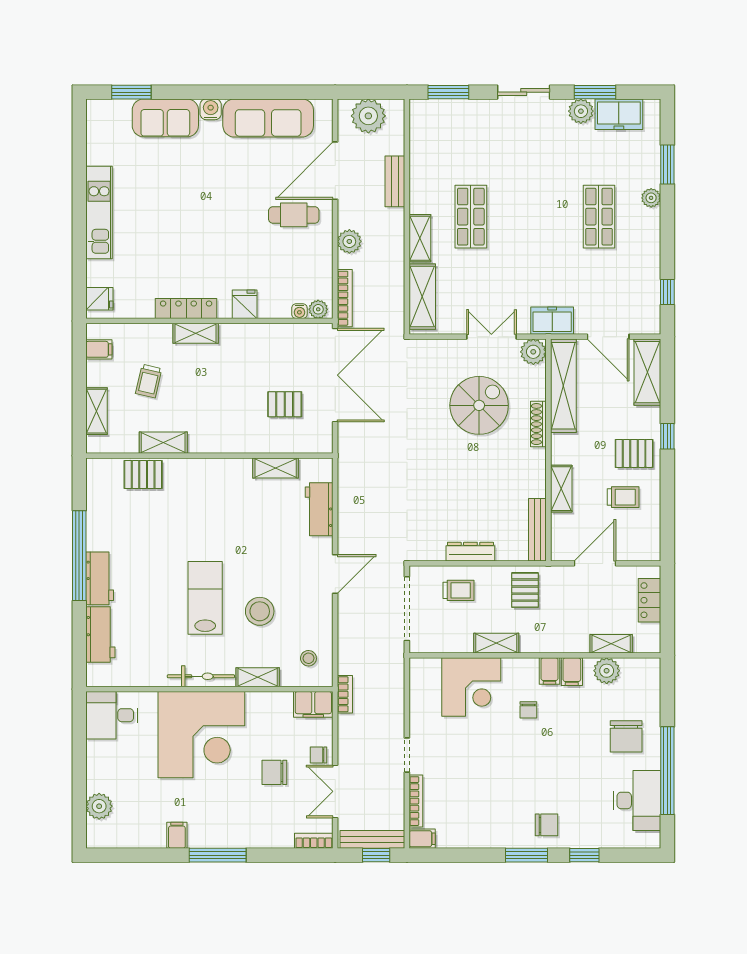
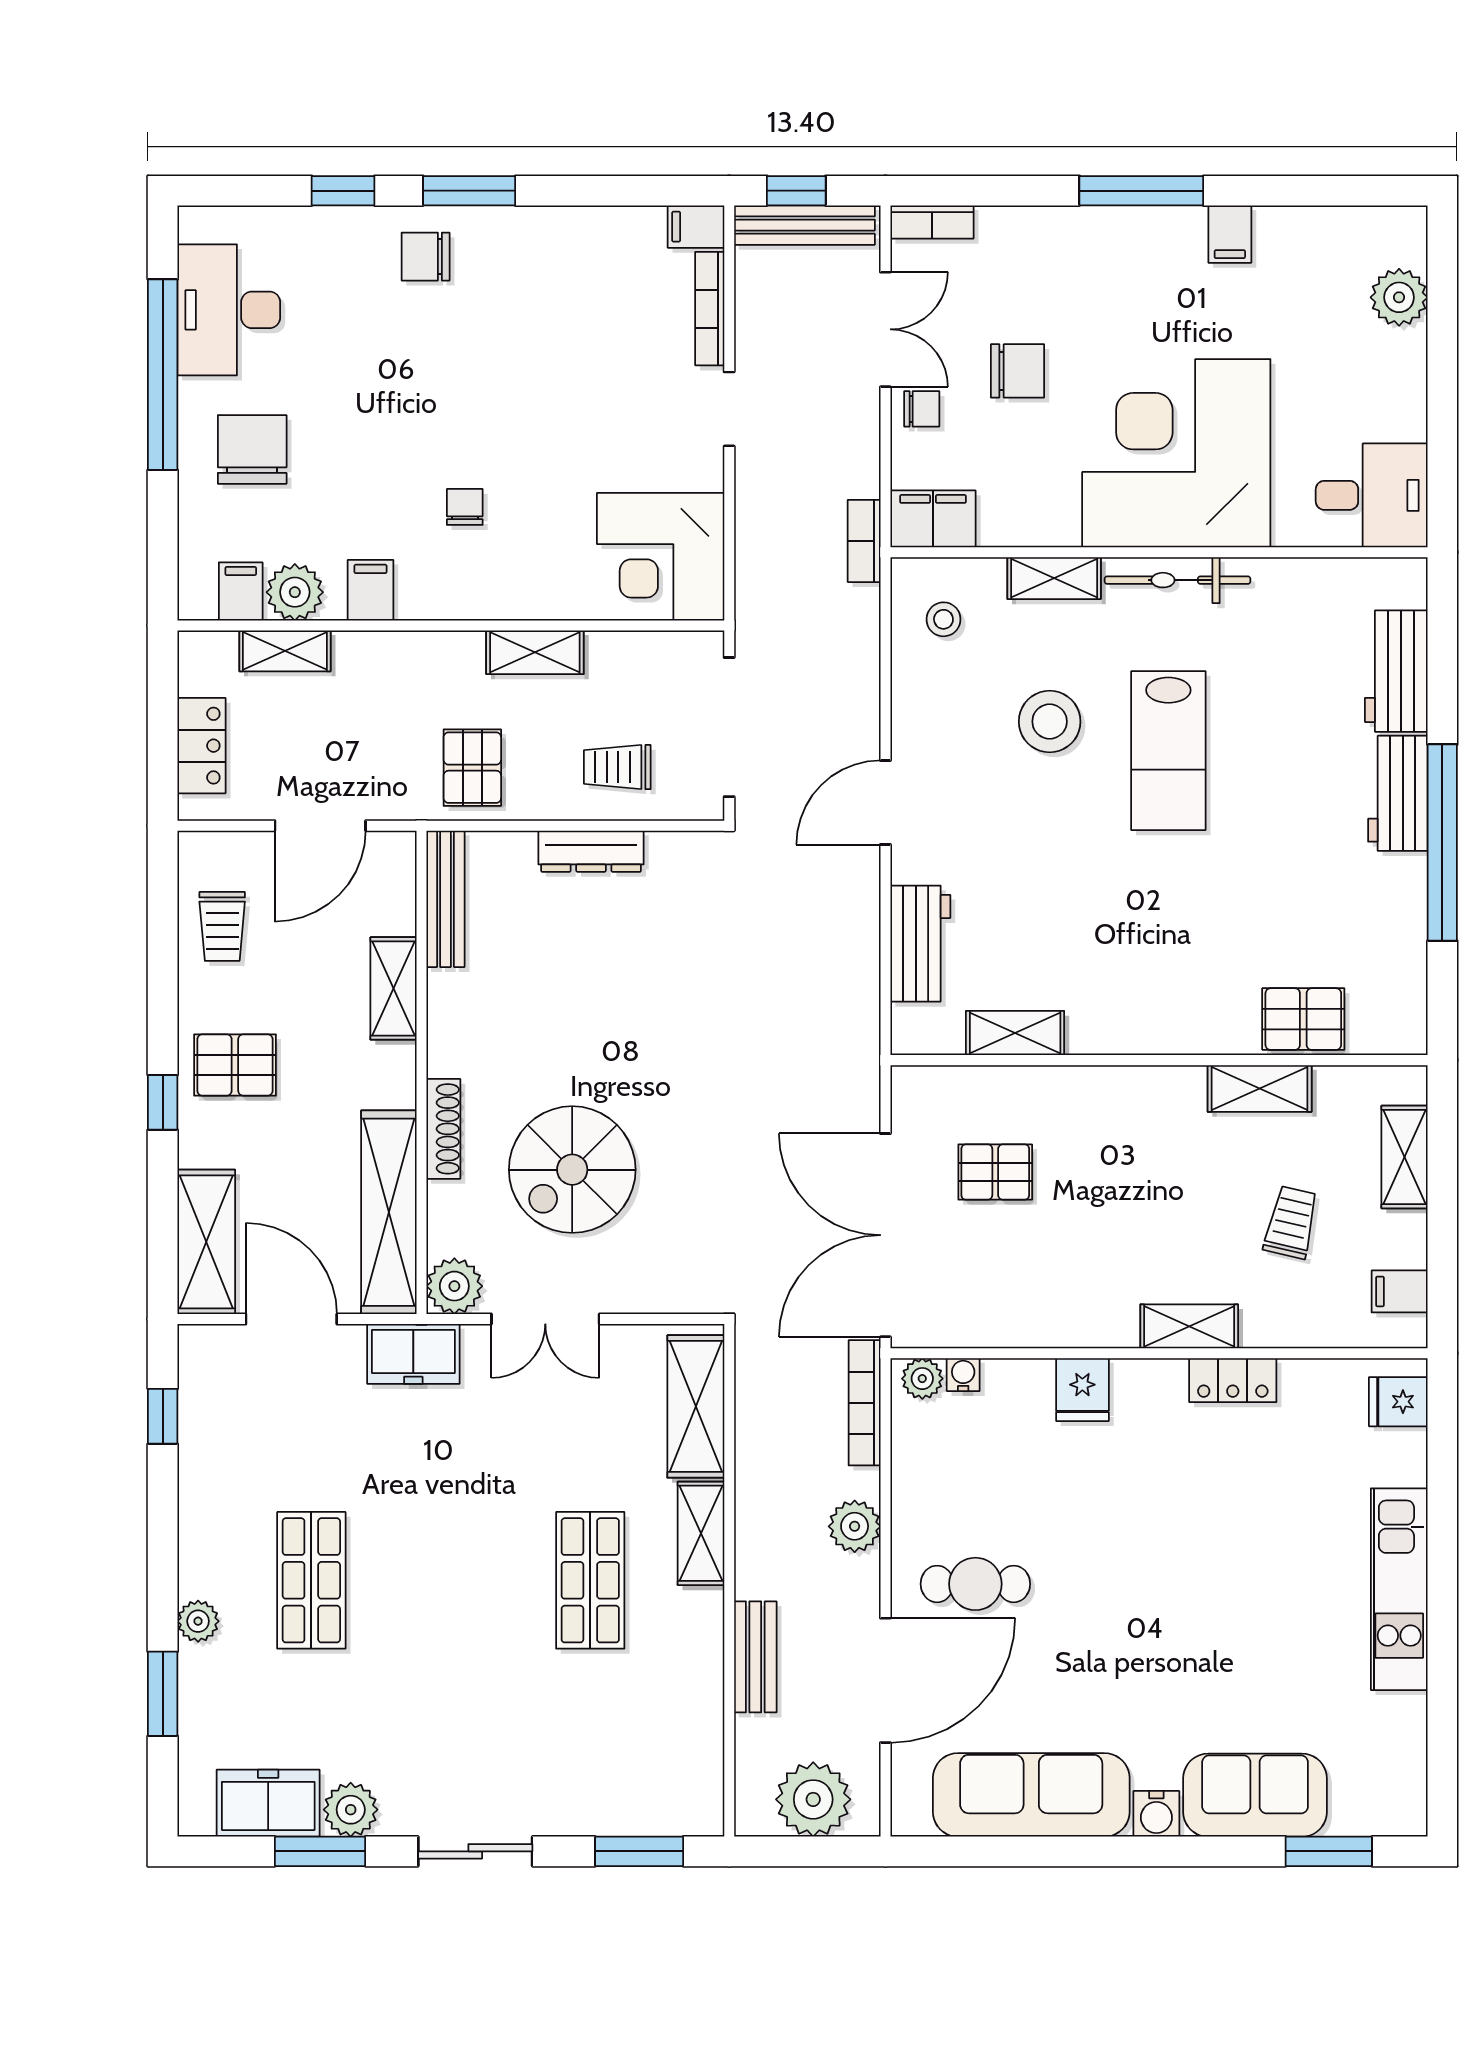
locker: (186, 309) -> (1233, 1380), width x0.66
trolley: (623, 497) -> (222, 926), moved, turned -90
filing cabinet: (550, 671) -> (241, 591), moved
corner desk: (471, 687) -> (661, 557), moved, turned -90

